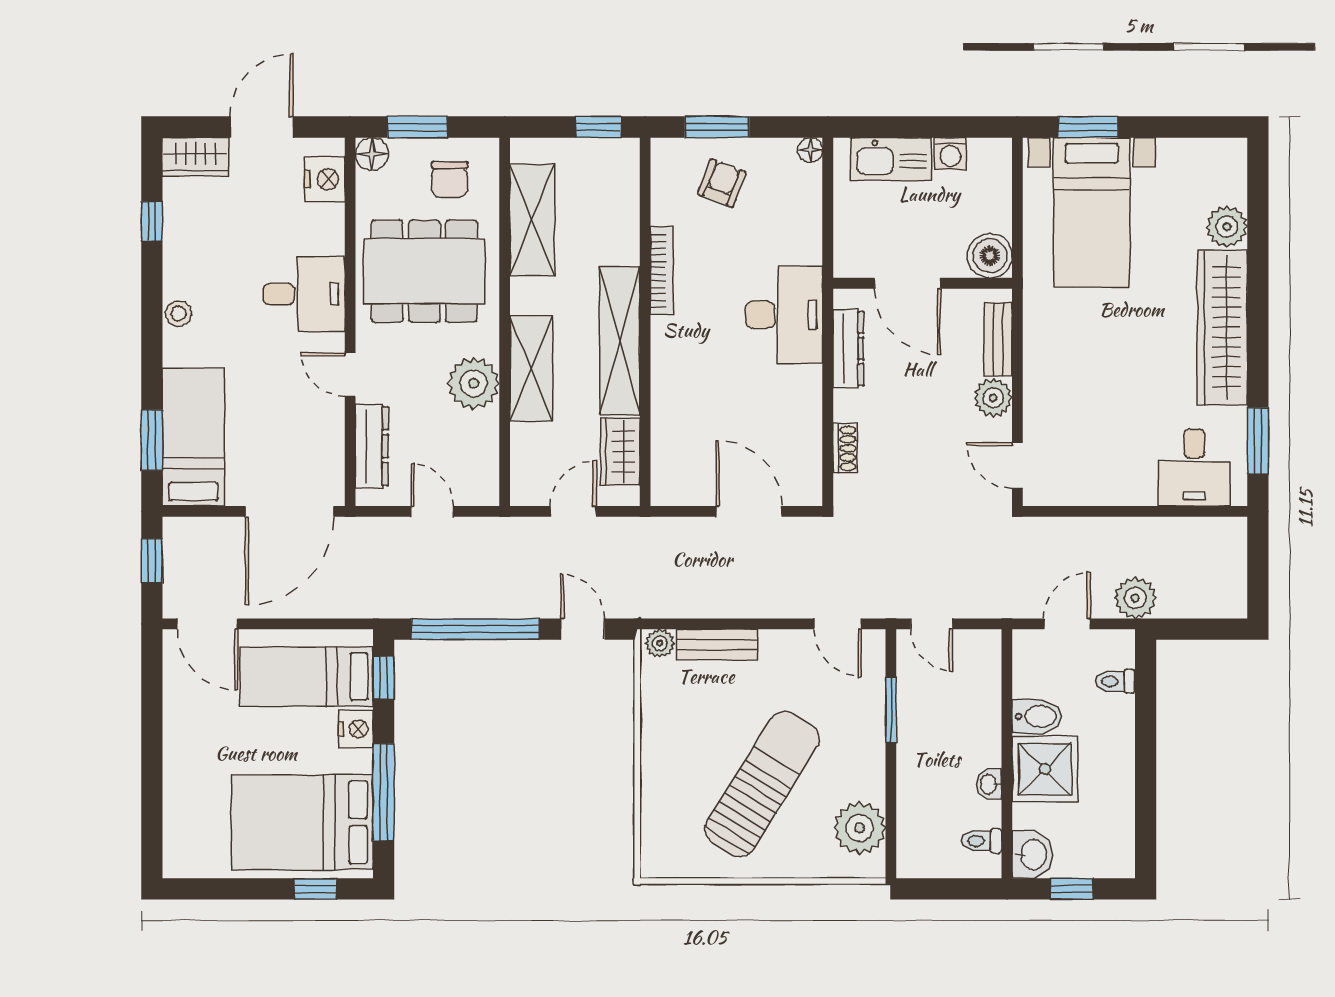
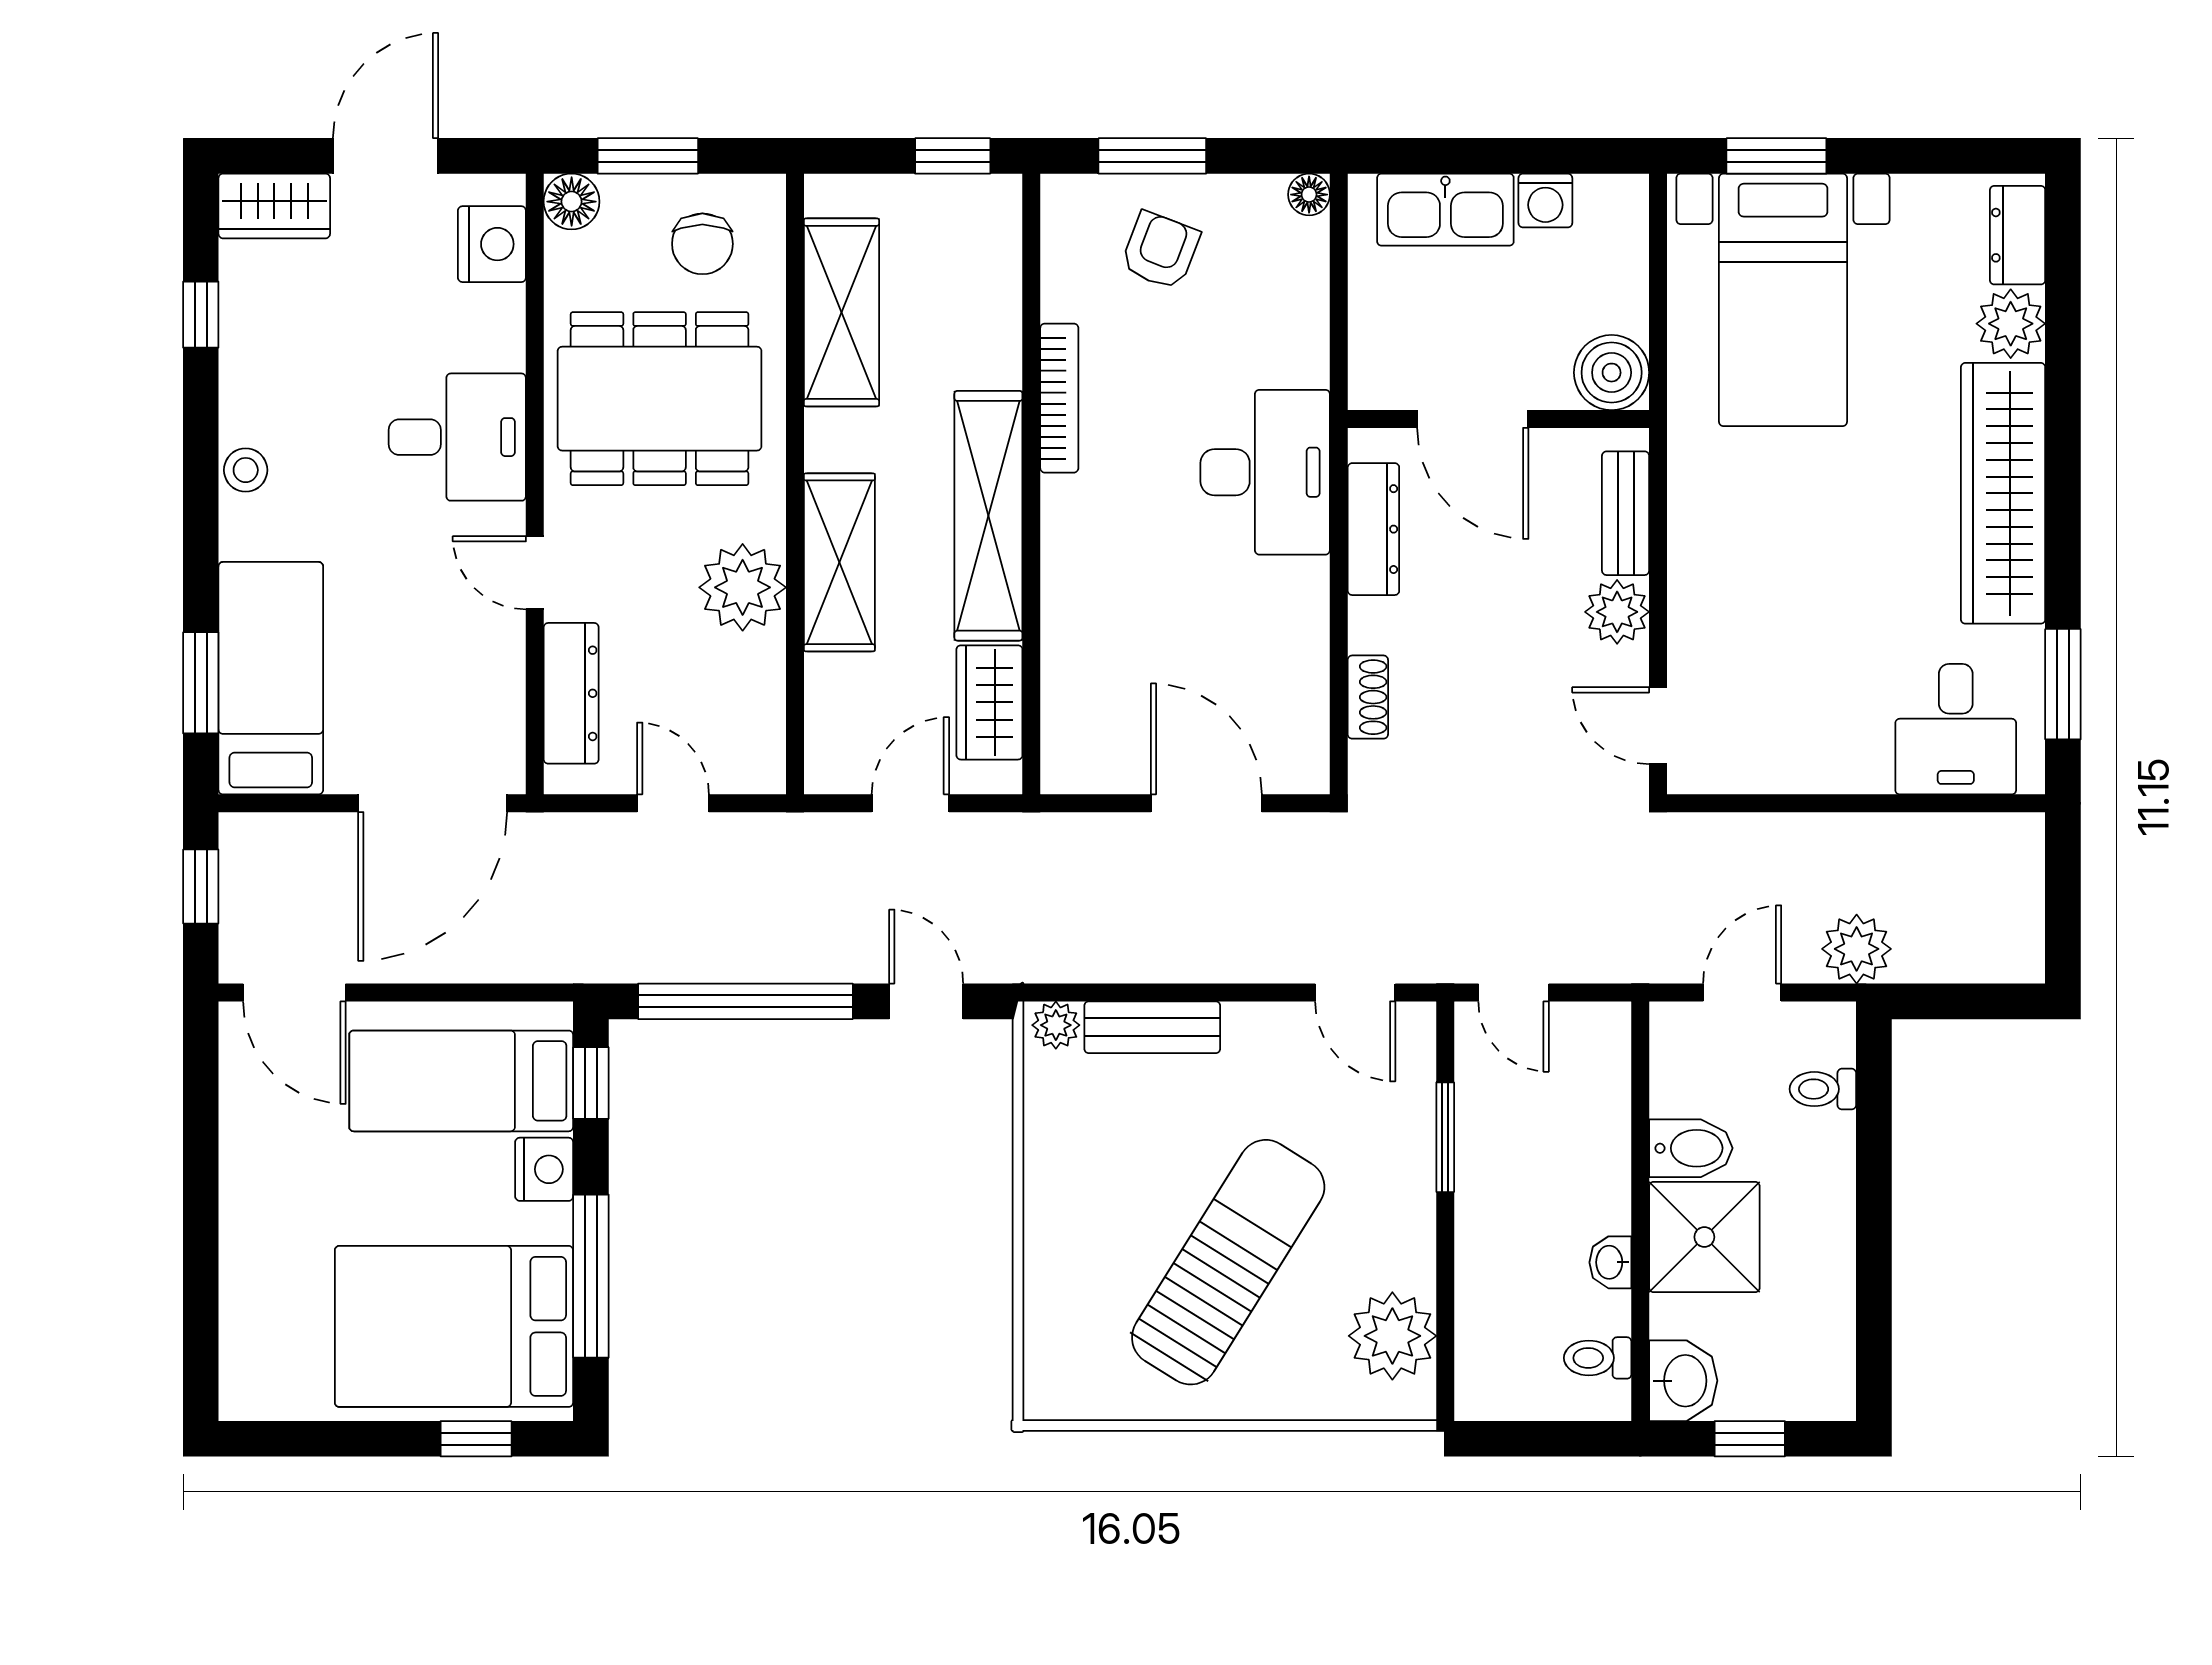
dresser: (1231, 174) -> (2018, 235), added

